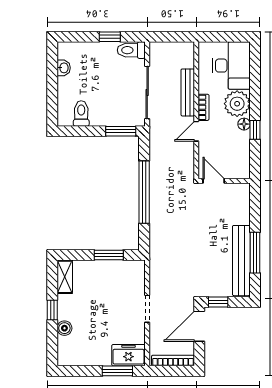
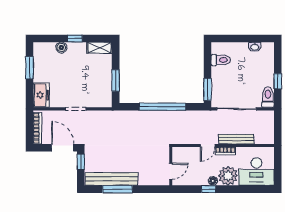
door: (196, 131) -> (208, 145), swing flipped
door: (214, 181) -> (171, 171), moved
window: (117, 371) -> (30, 68), moved

